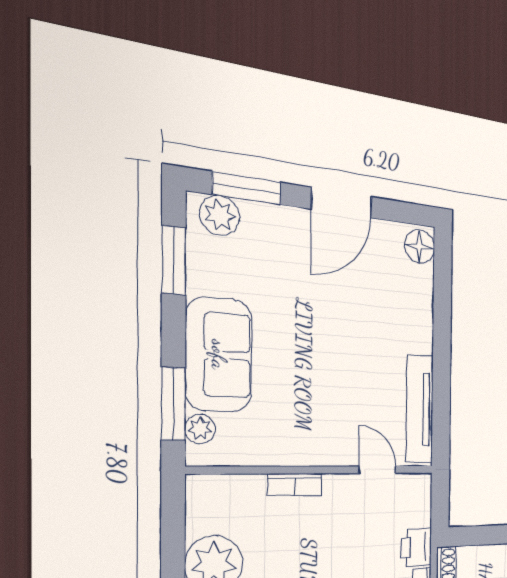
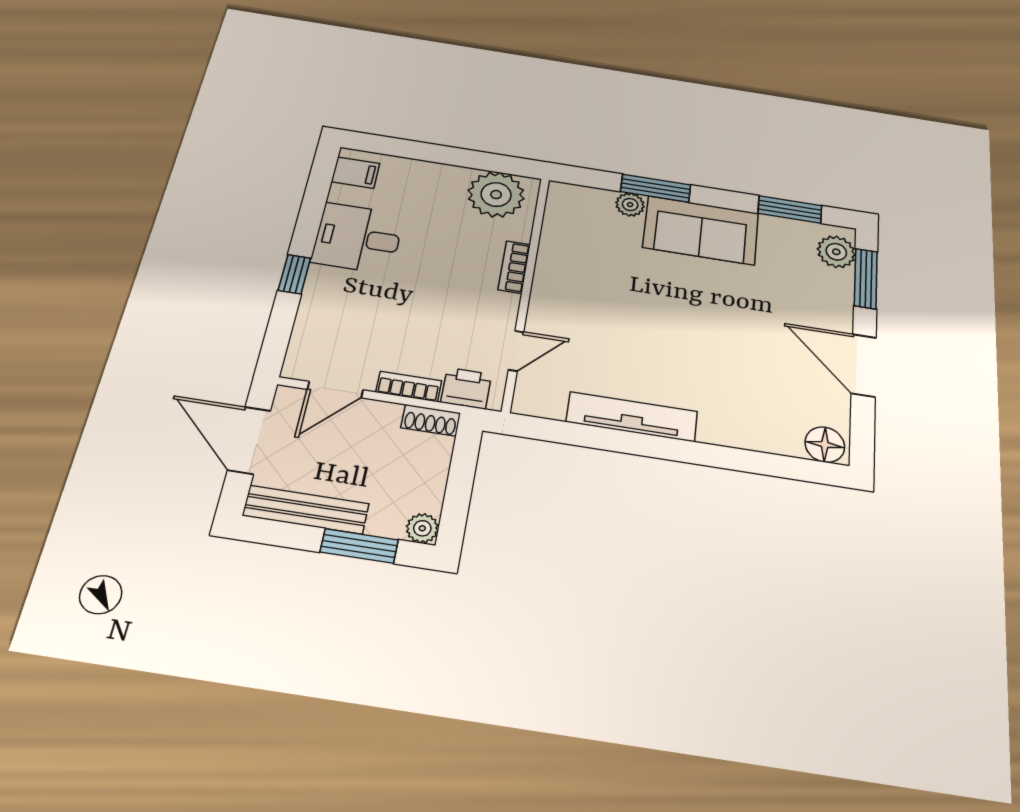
wall: (317, 470) -> (526, 290), moved
door: (377, 470) -> (516, 351), moved
bookcase: (295, 485) -> (514, 267), moved

